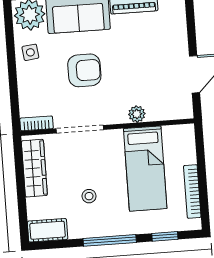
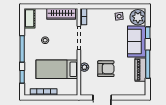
armchair: (84, 70) -> (106, 69), moved, turned -90

